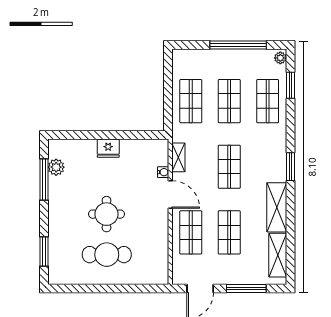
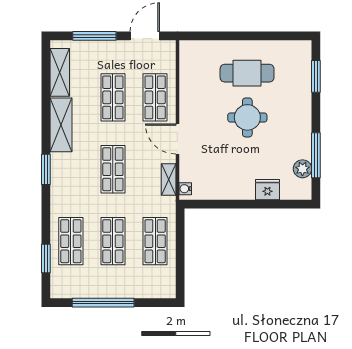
plant: (280, 58) -> (57, 288), removed
fridge: (108, 148) -> (267, 190), moved
water cooler: (163, 172) -> (185, 189), moved

